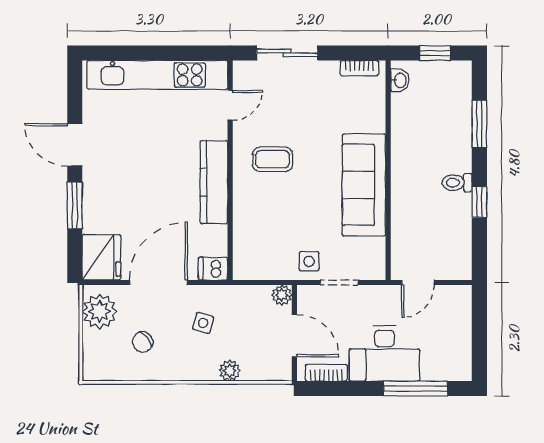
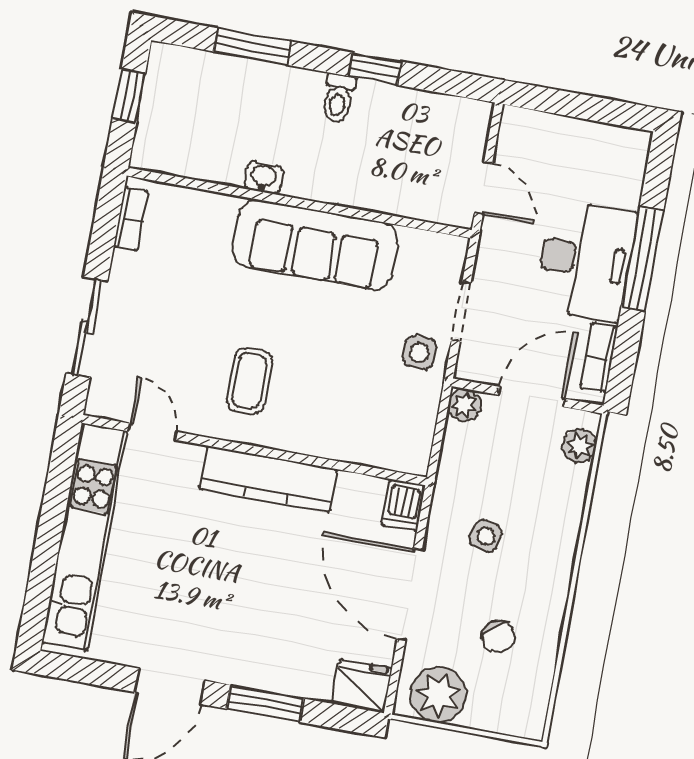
washbasin: (400, 80) -> (263, 177), moved
fridge: (101, 257) -> (362, 686), width x0.73, depth x0.75
plant: (230, 371) -> (579, 446), moved
window: (415, 389) -> (642, 259), moved

